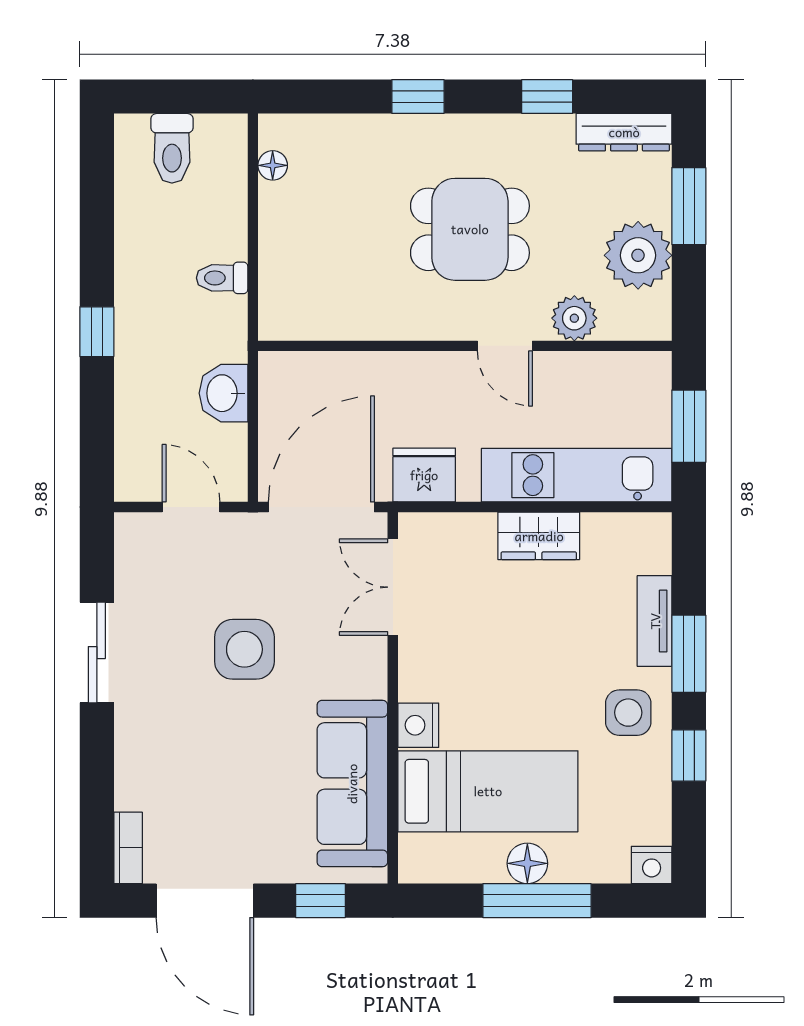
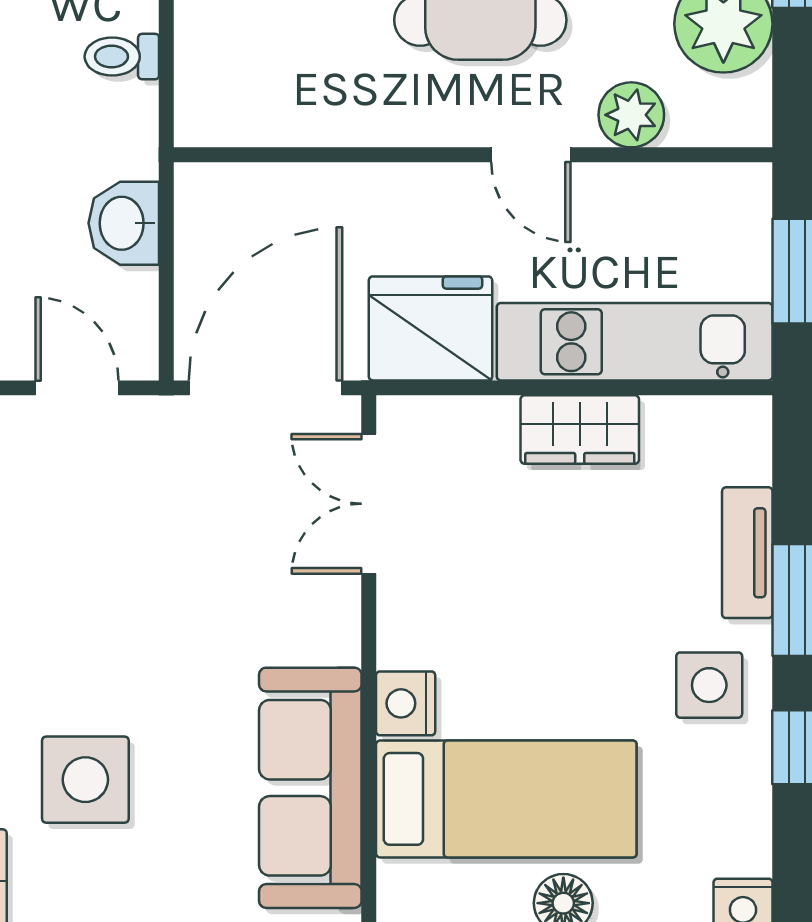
fridge: (424, 475) -> (430, 328), width x1.36, depth x1.34
side table: (244, 649) -> (85, 780), moved

